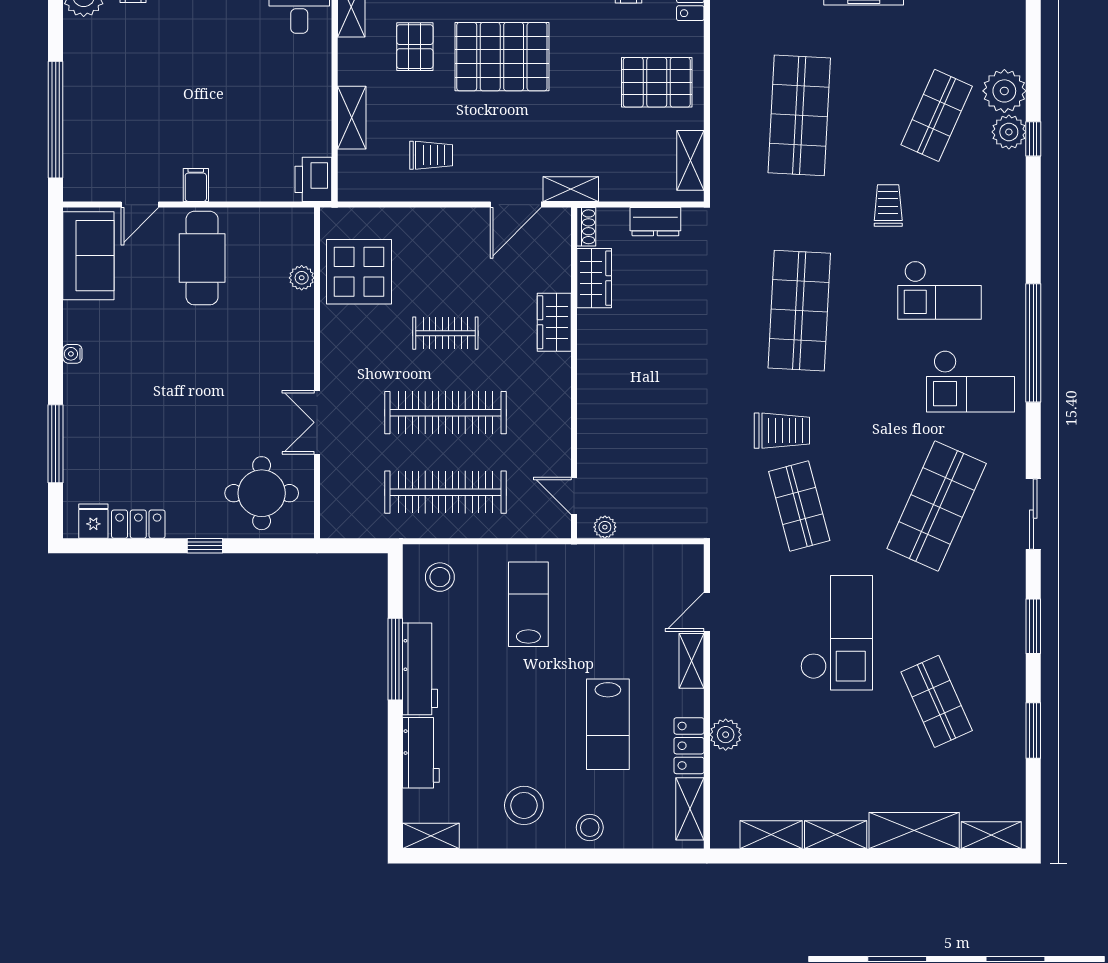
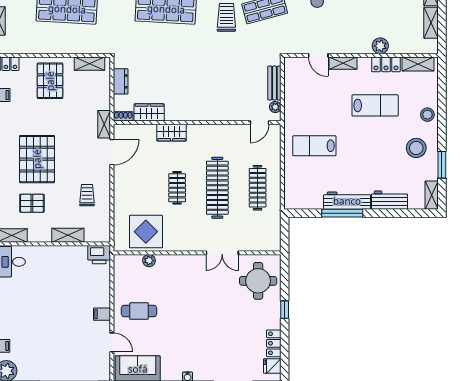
door: (516, 205) -> (112, 152), hinge flipped
cafe table: (202, 258) -> (139, 311), width x0.73, depth x0.74
clothes rail: (445, 492) -> (258, 188), width x0.73, depth x0.76
bench: (652, 525) -> (274, 83), added
stool: (440, 577) -> (301, 191), removed
window: (491, 856) -> (442, 165), added

